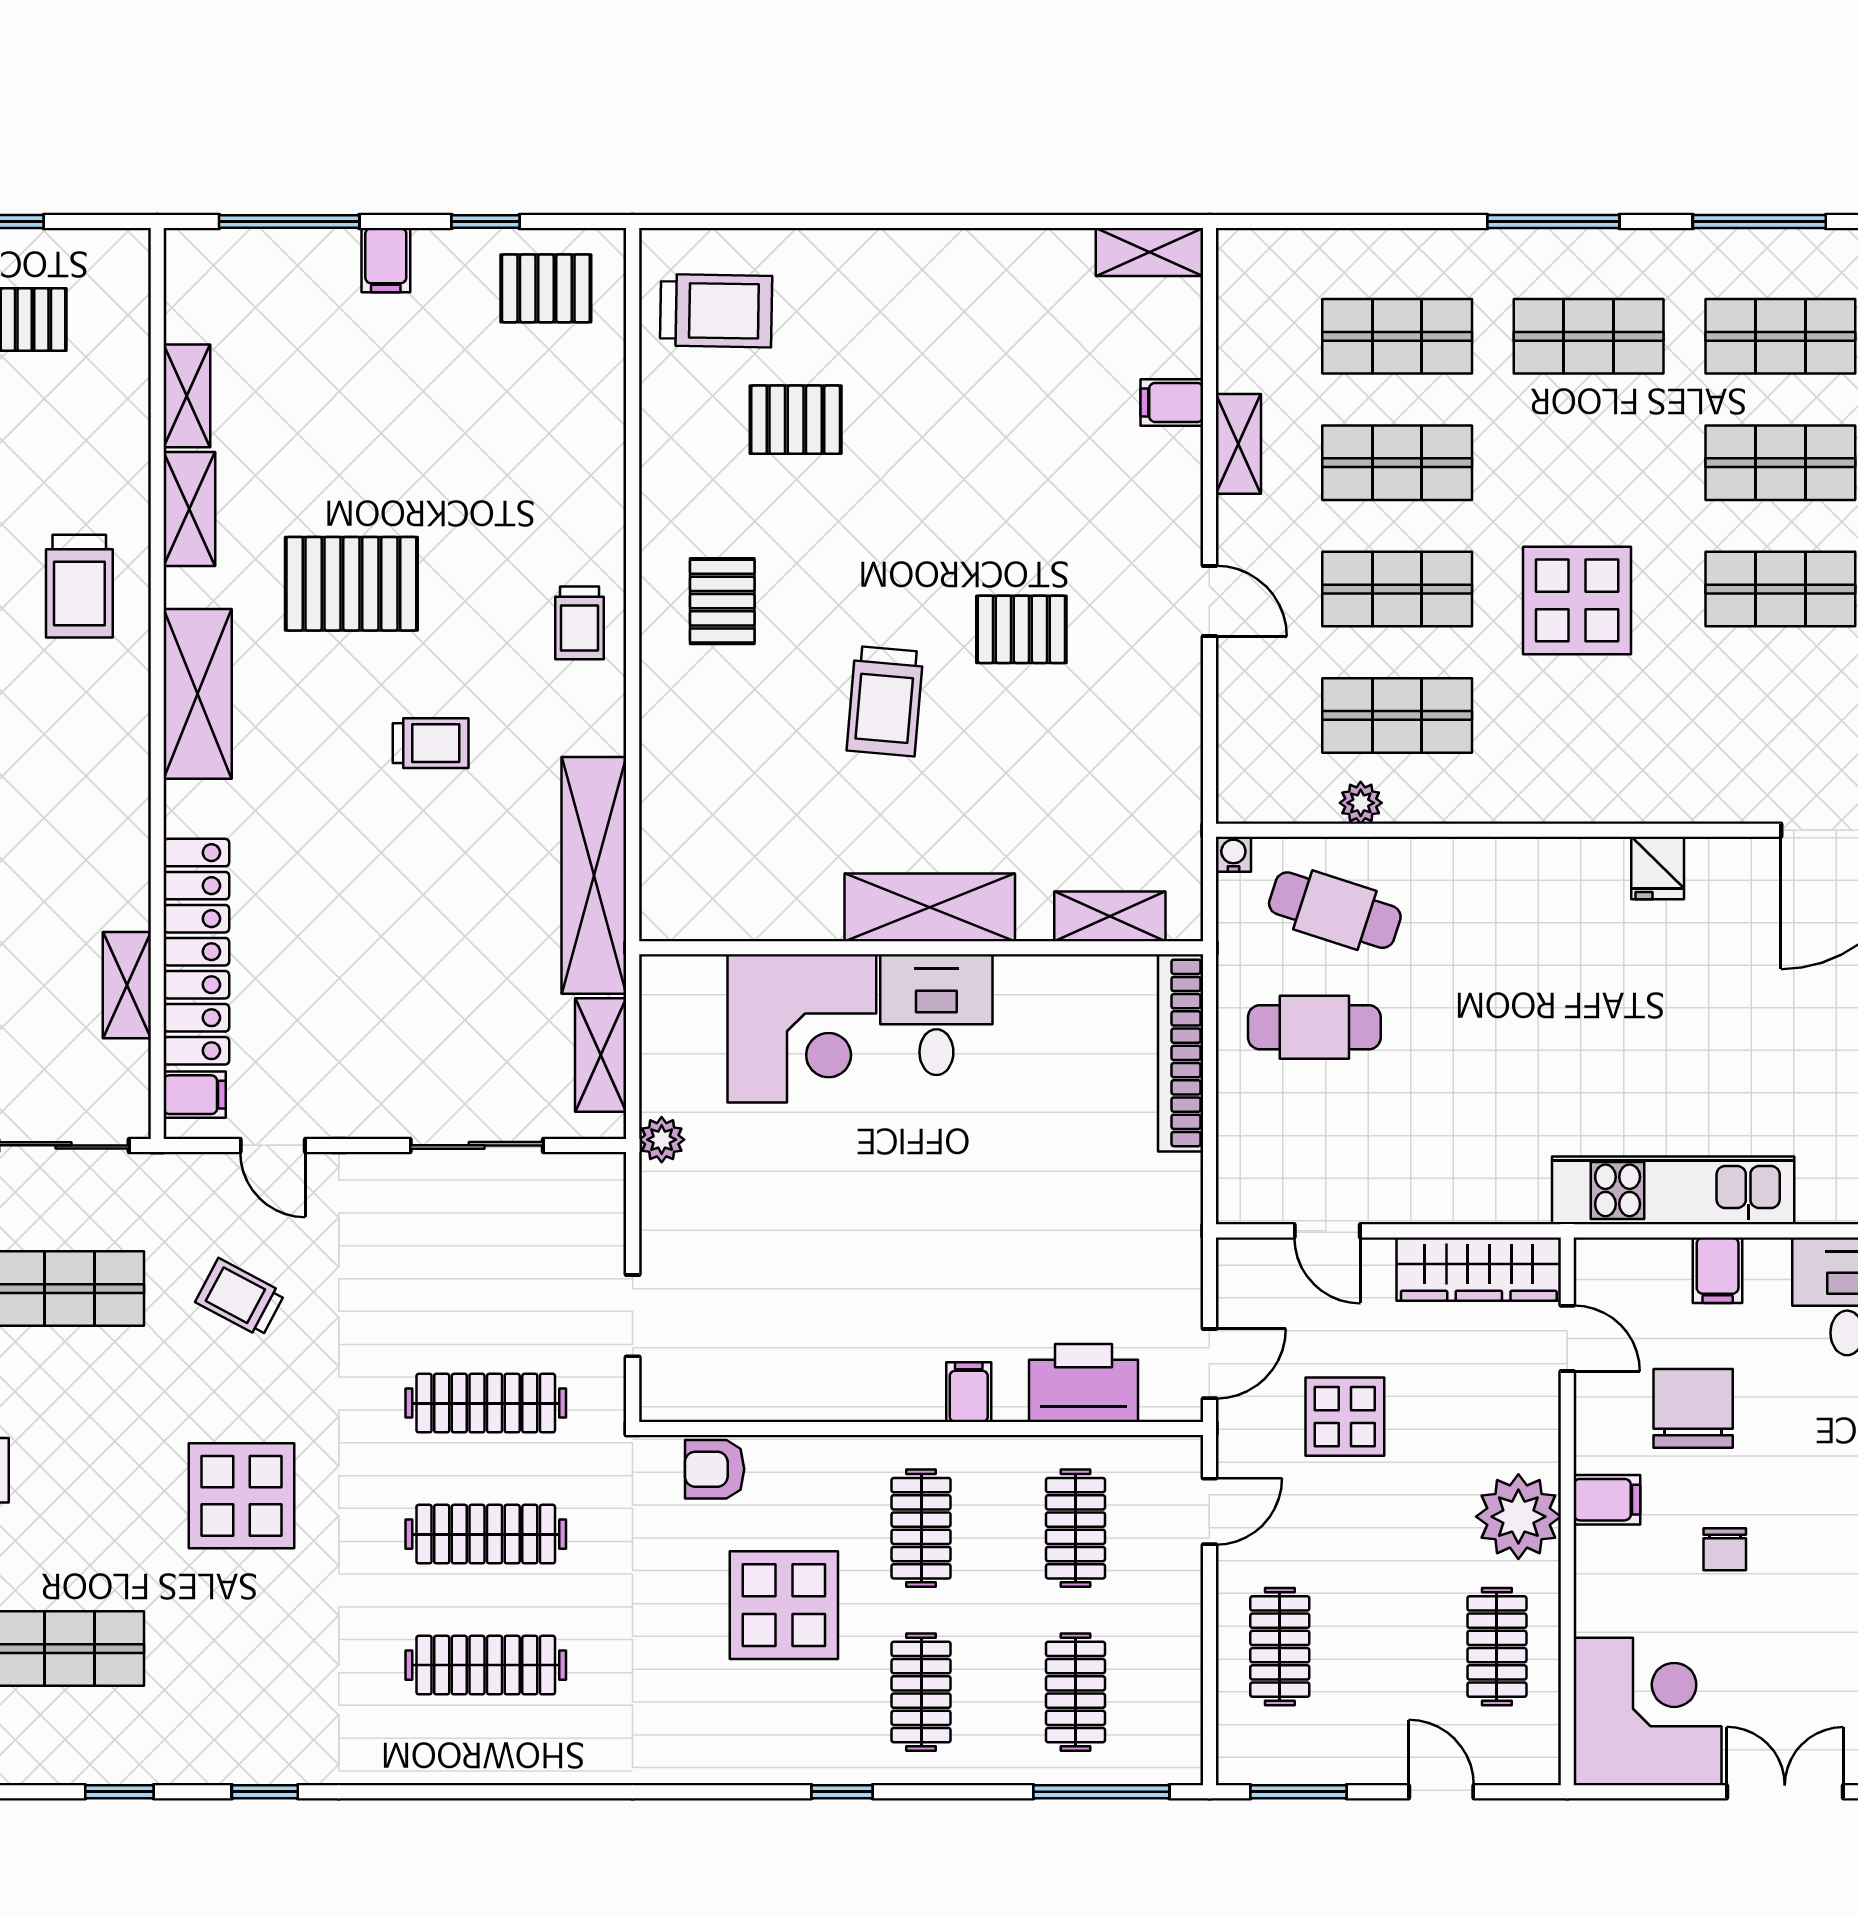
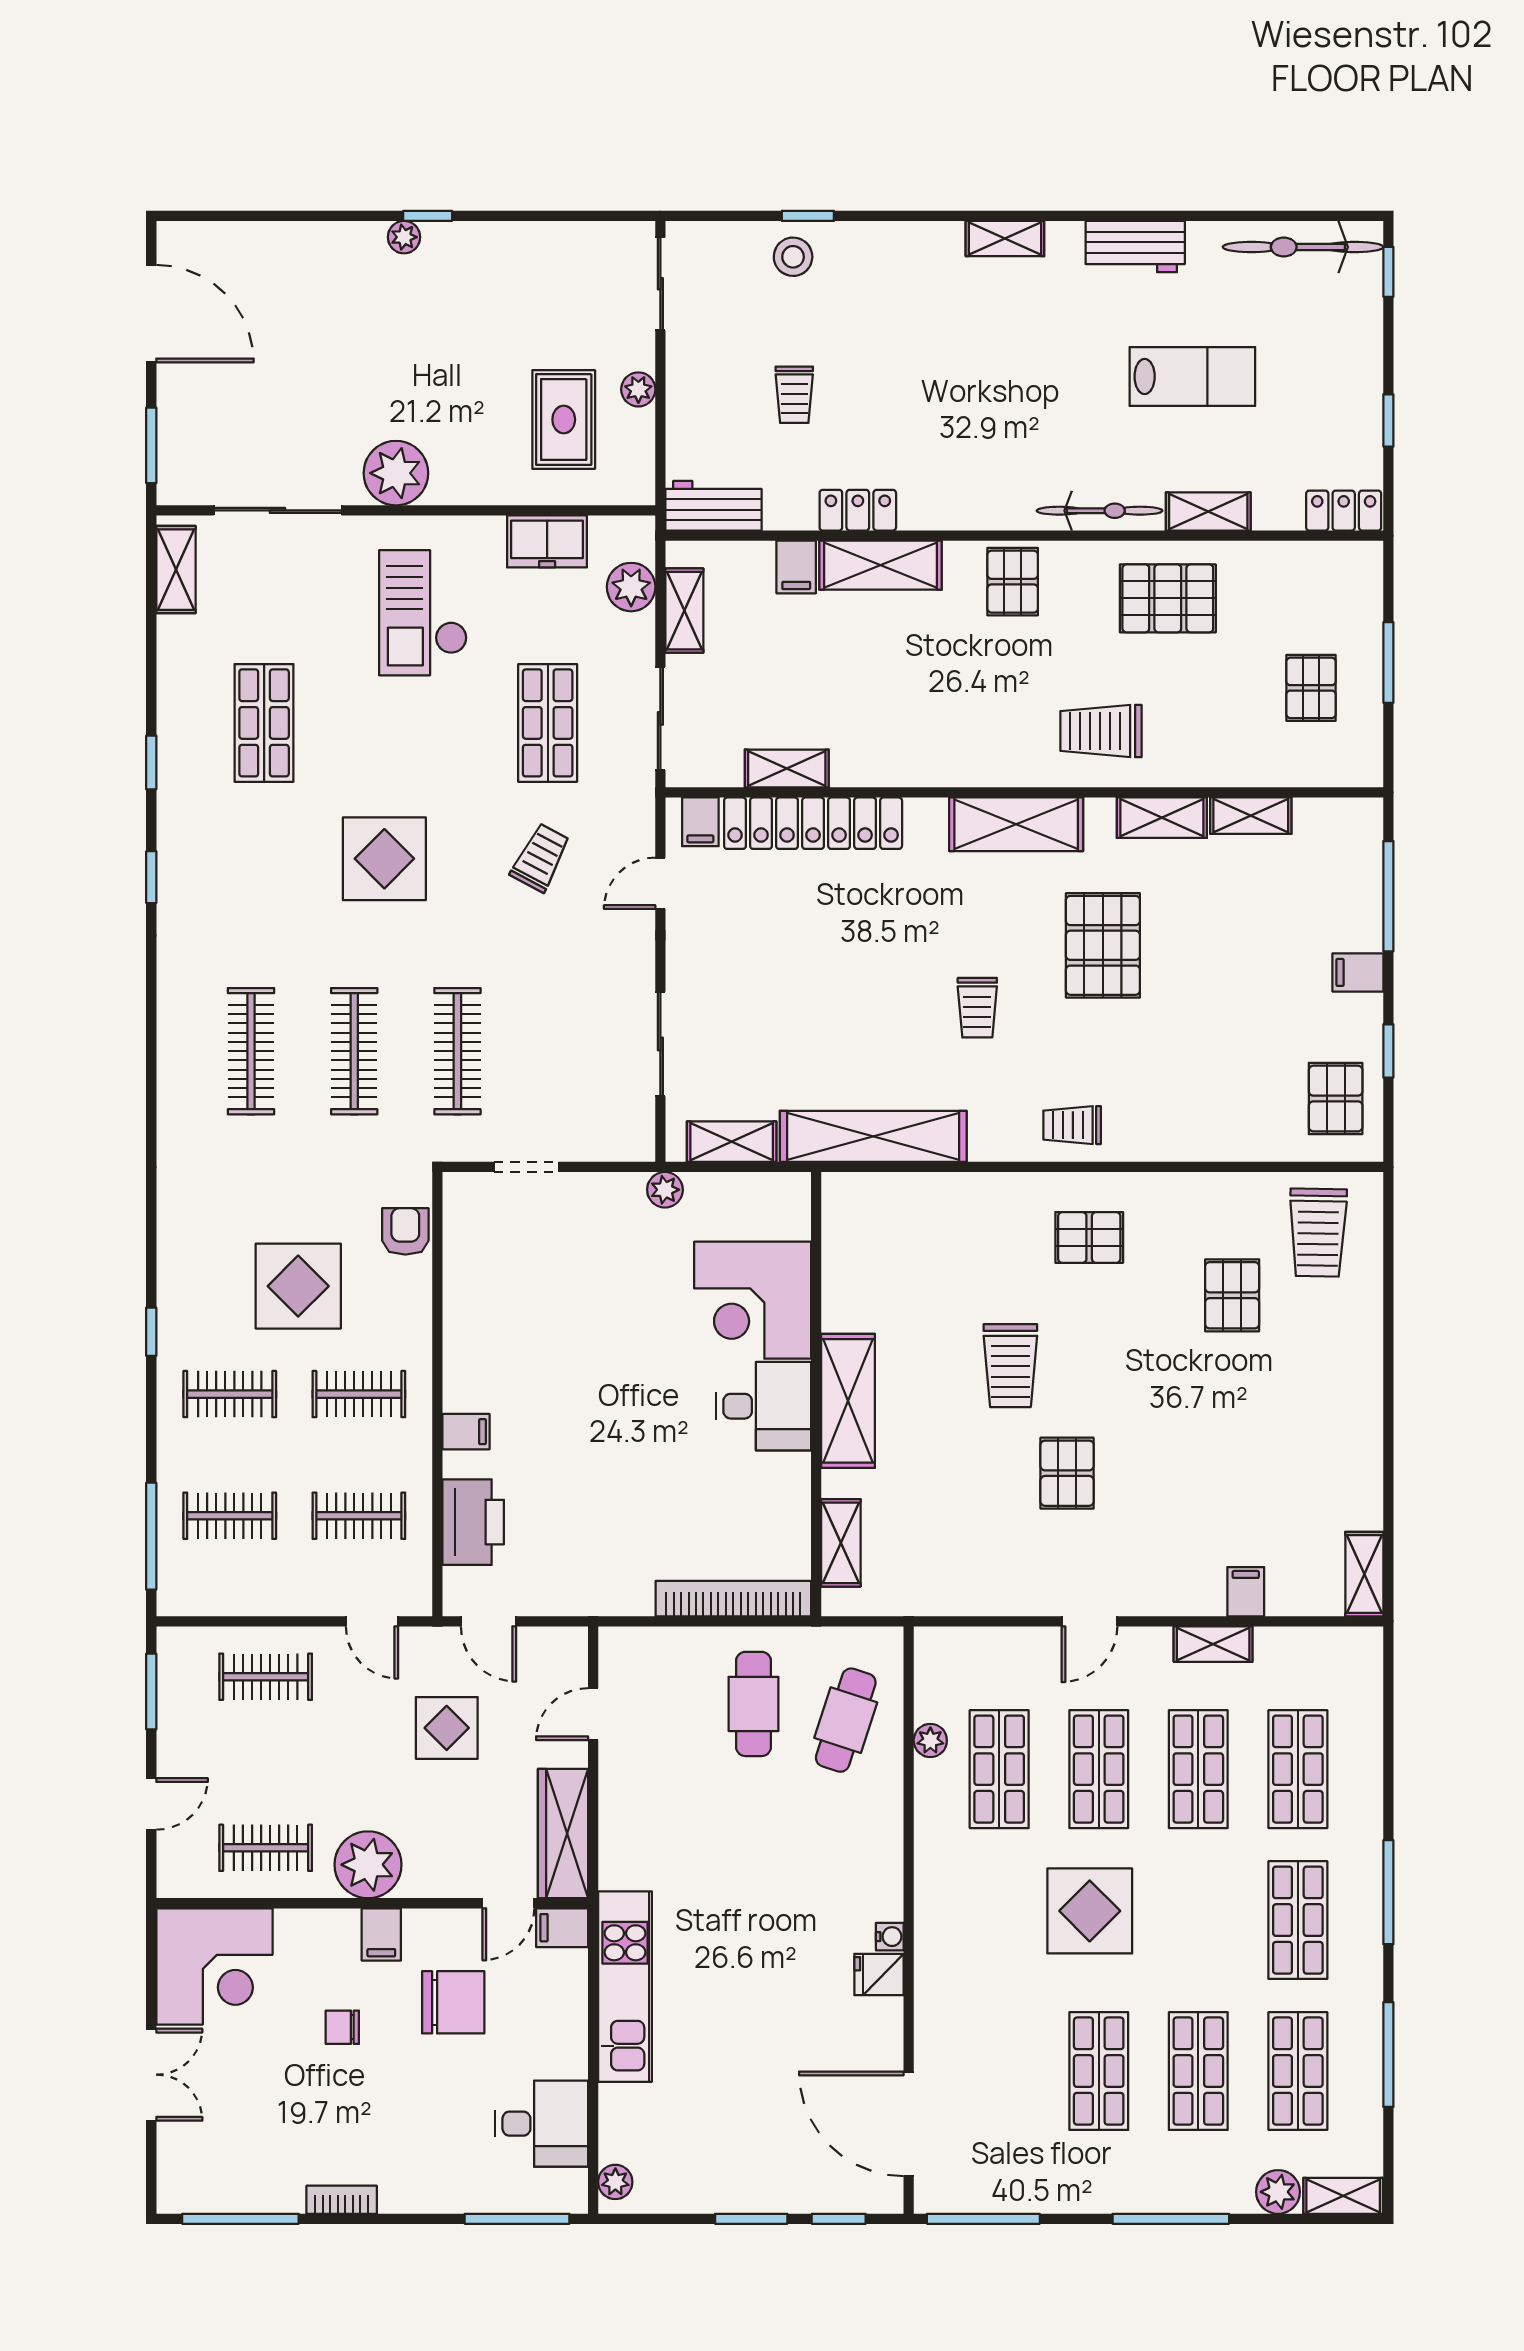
trolley: (885, 701) -> (1010, 1366), turned -95
water cooler: (1233, 854) -> (890, 1937), moved
filing cabinet: (1718, 1270) -> (562, 1928), moved

